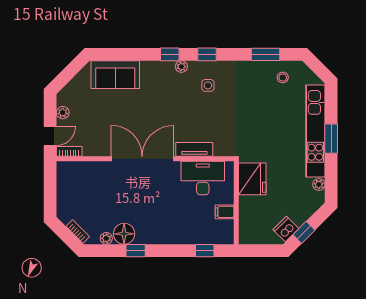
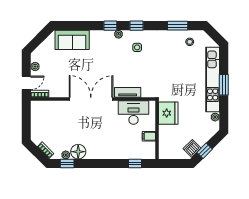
window: (136, 251) -> (67, 164), moved

